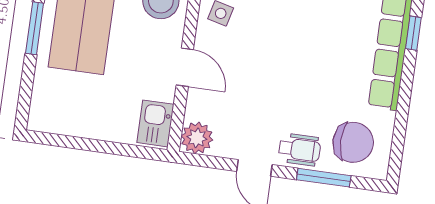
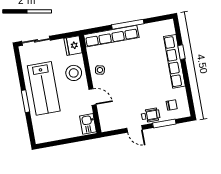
plant: (197, 138) -> (107, 124), removed
chair: (353, 142) -> (172, 105), width x0.54, depth x0.54

